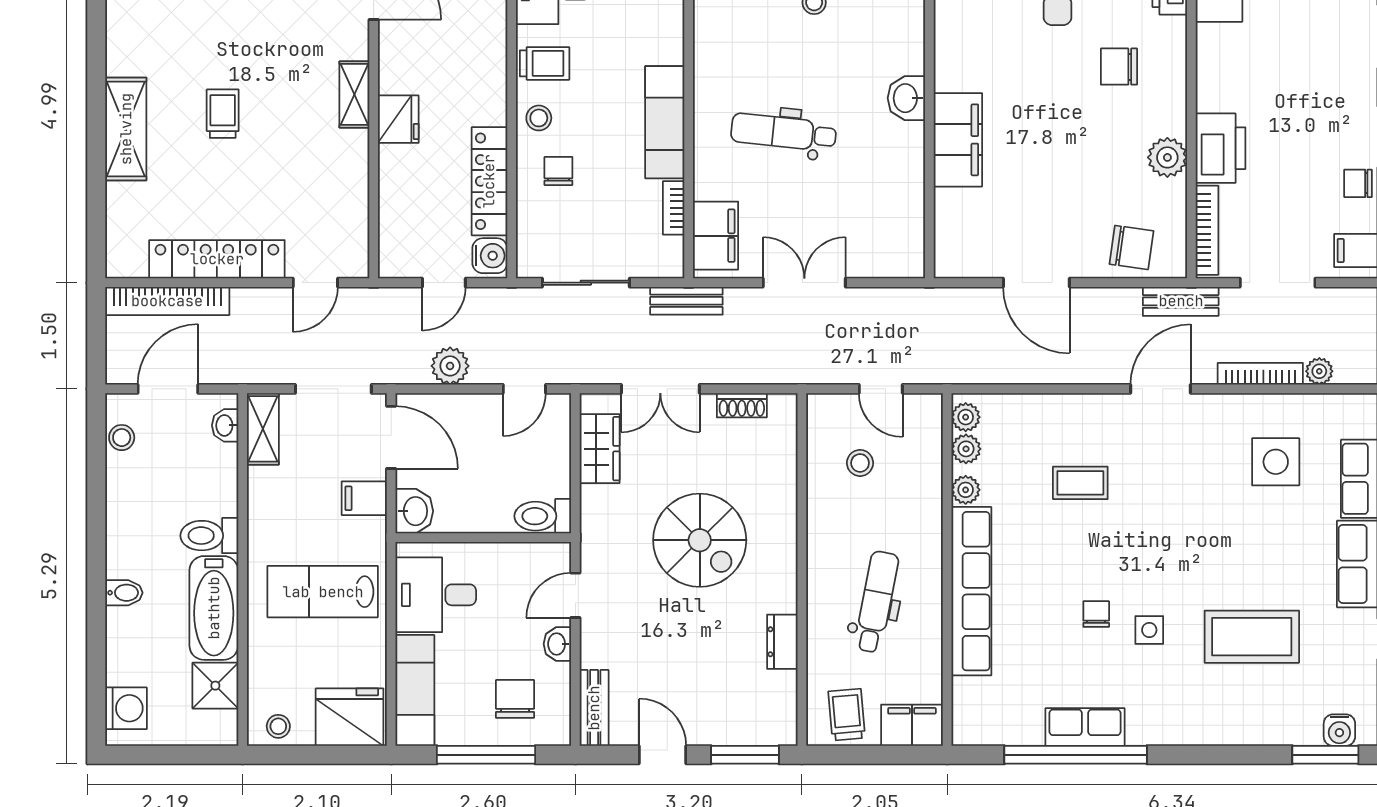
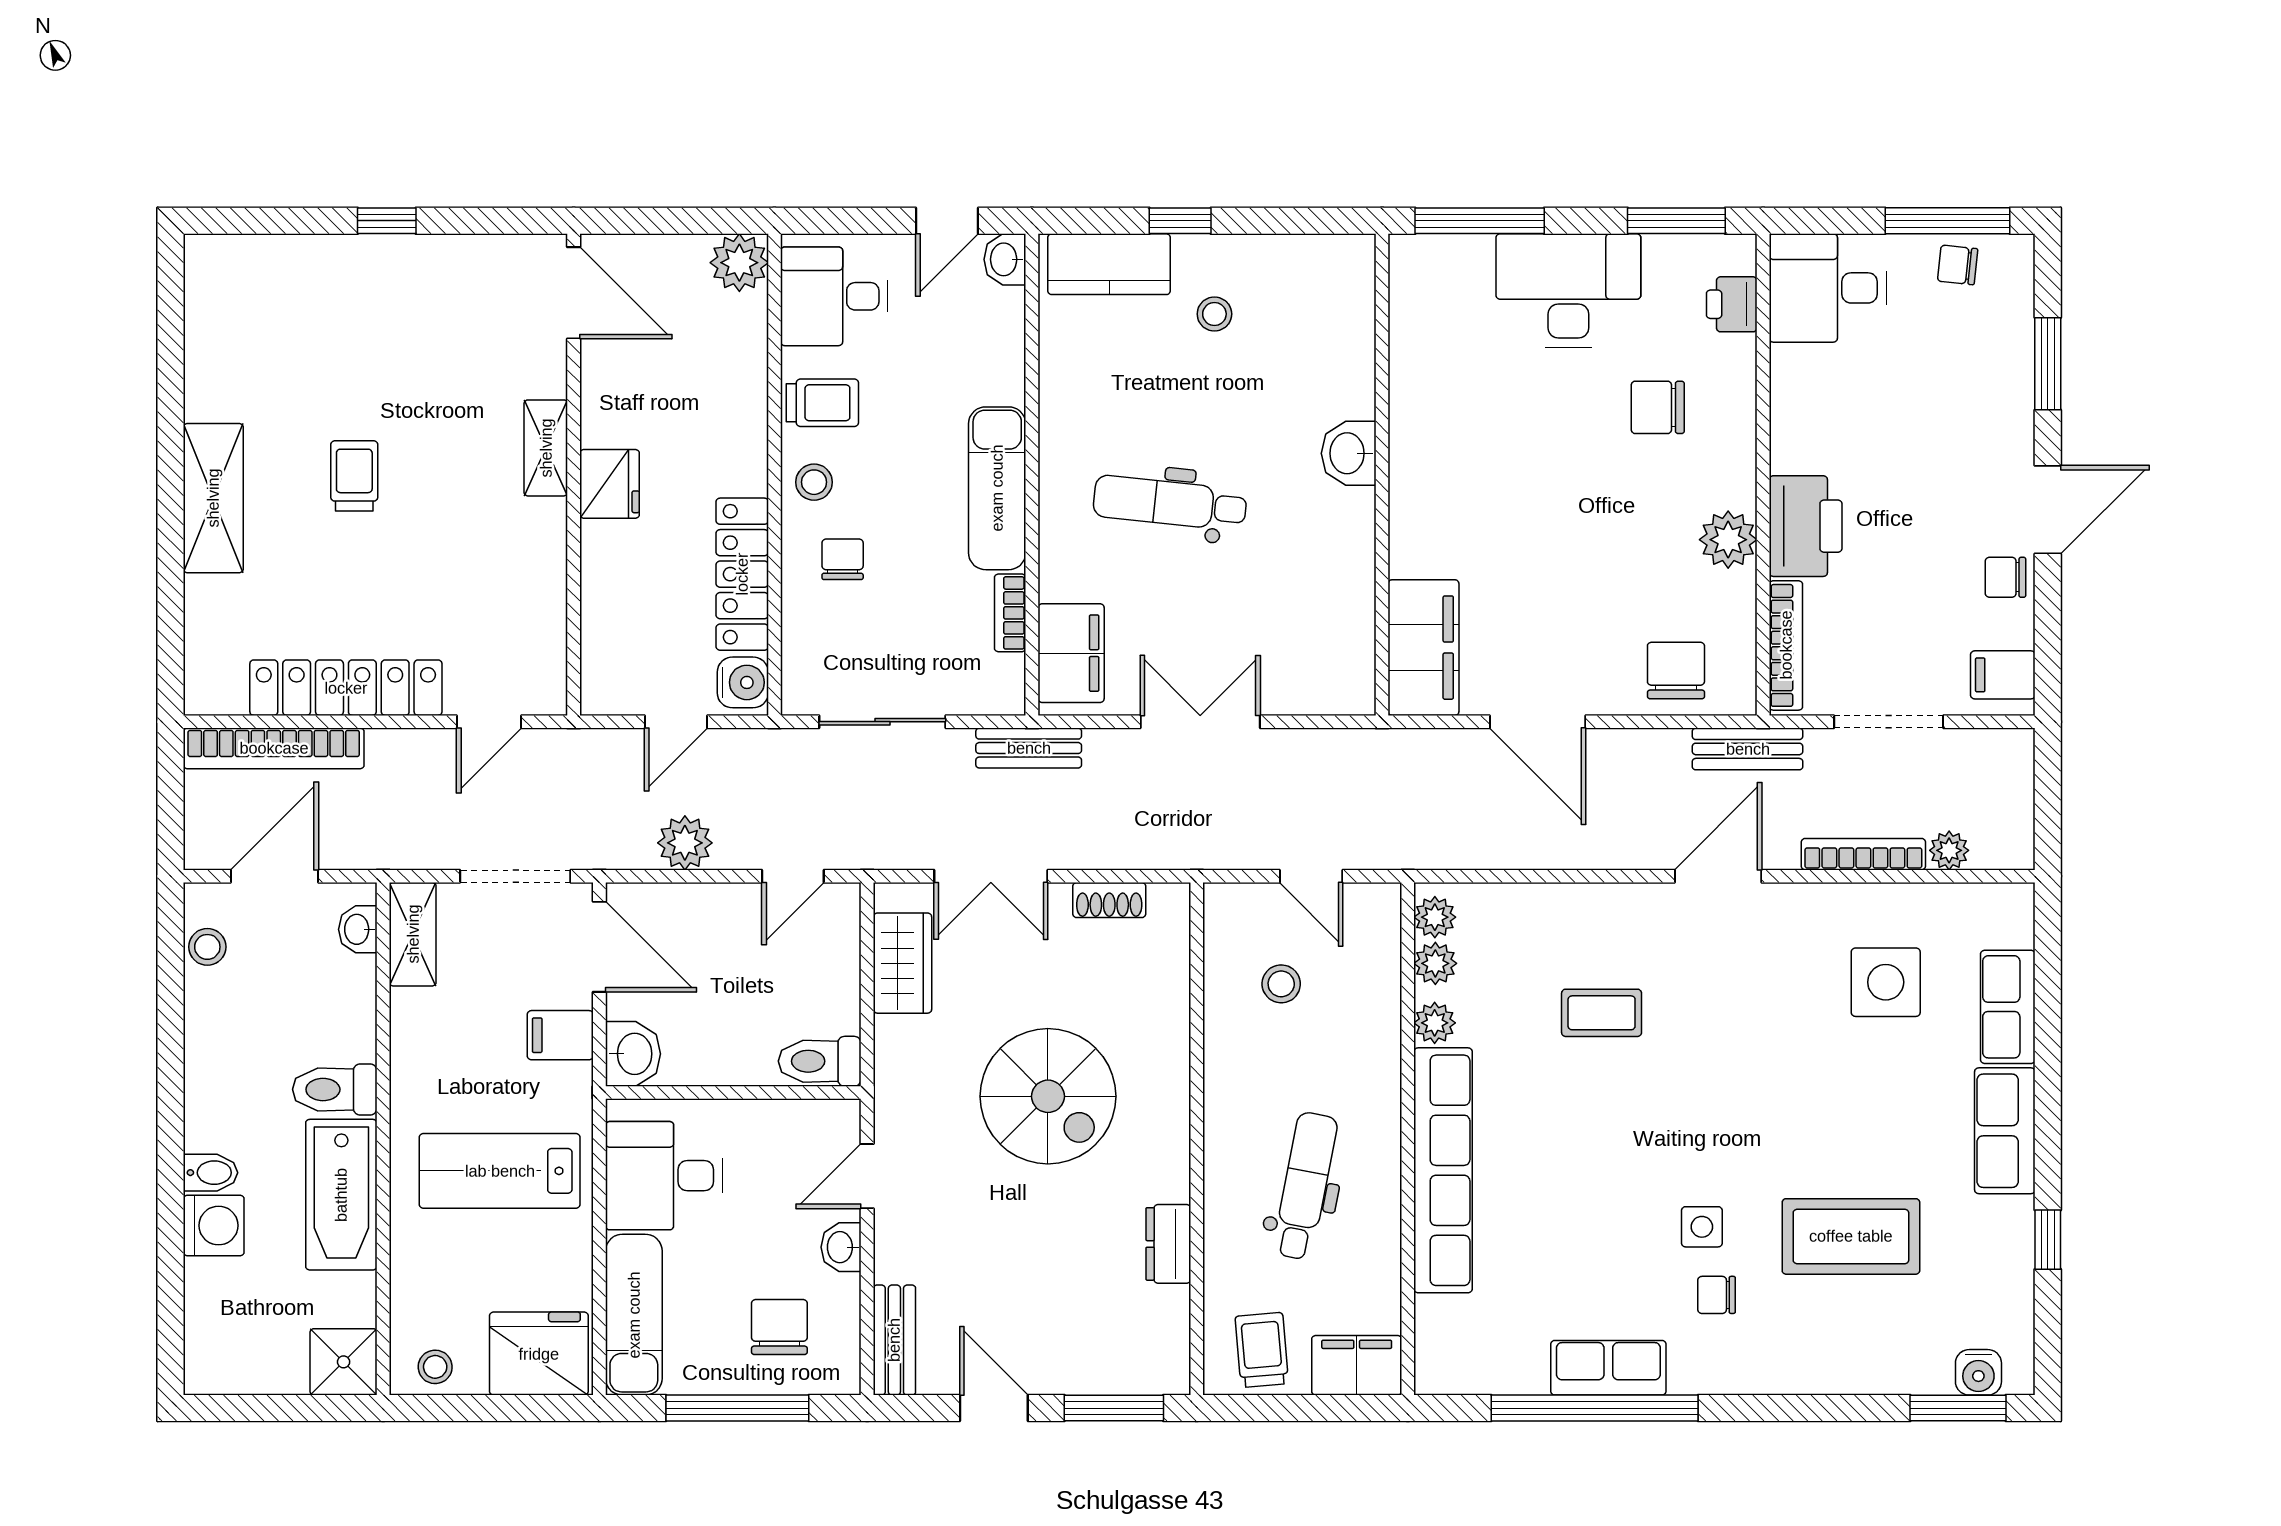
filing cabinet: (958, 140) -> (1423, 648), moved
chair: (1131, 248) -> (1676, 671), turned -98
chair: (1096, 614) -> (1717, 1295), moved, turned -90
shower: (215, 686) -> (344, 1362), moved
washing machine: (126, 708) -> (214, 1226), moved

